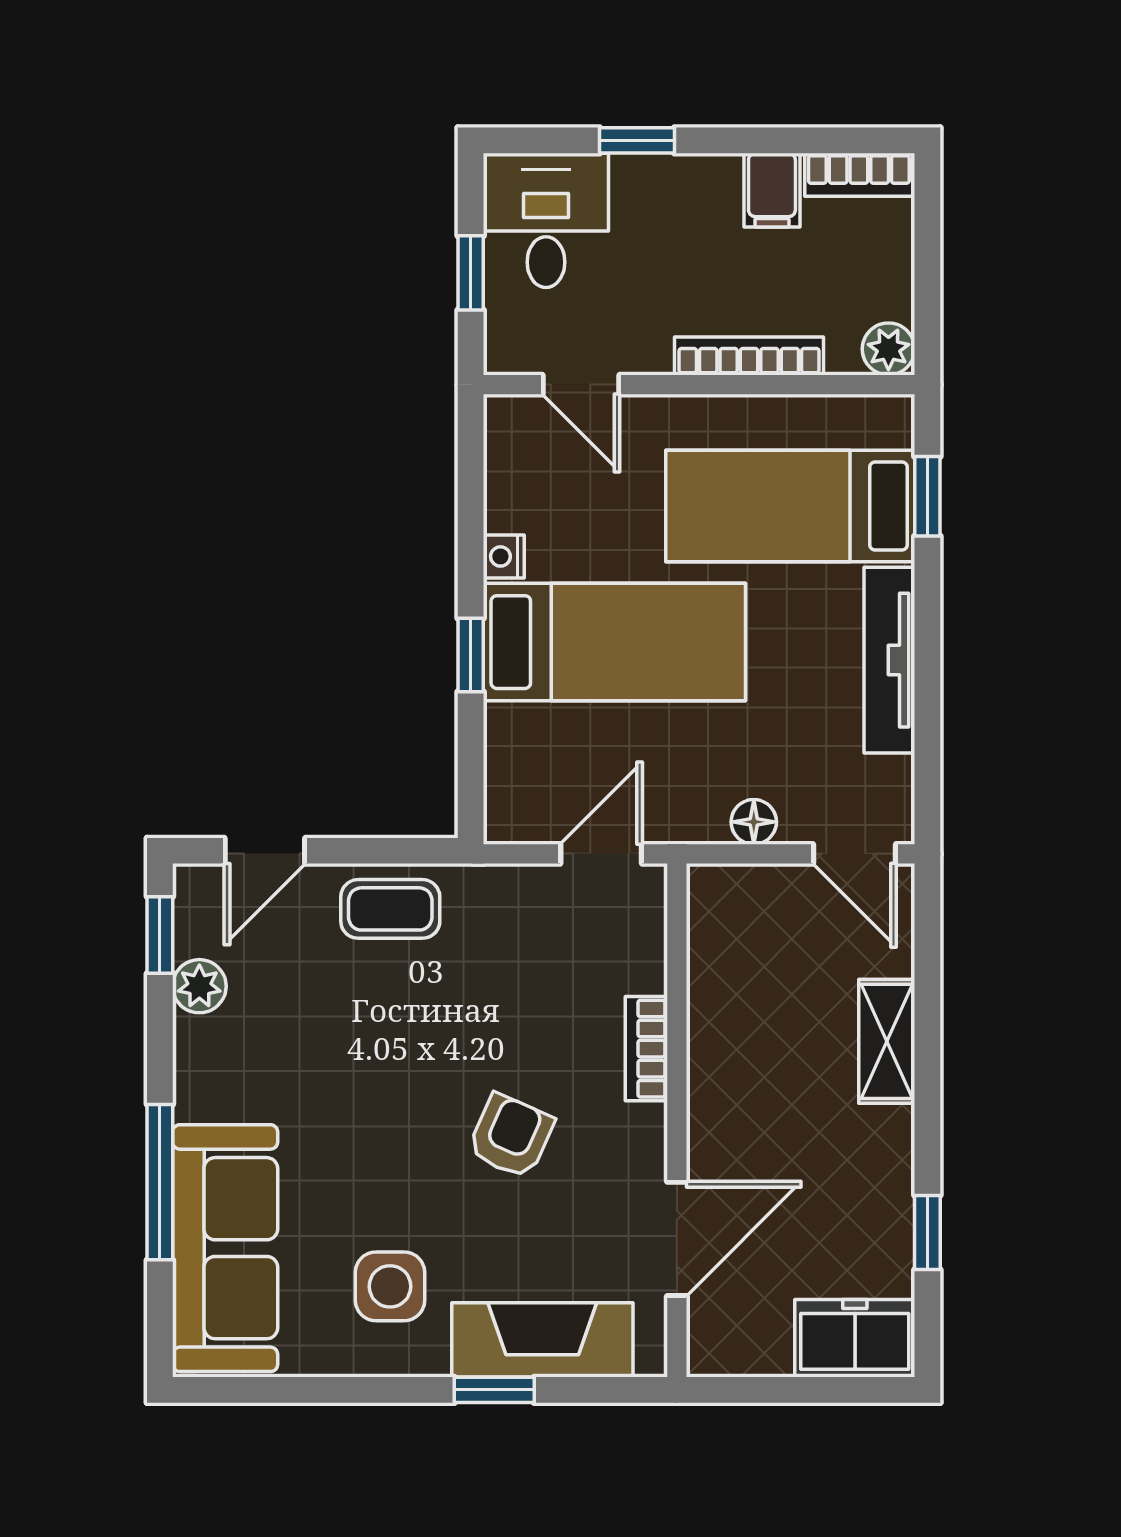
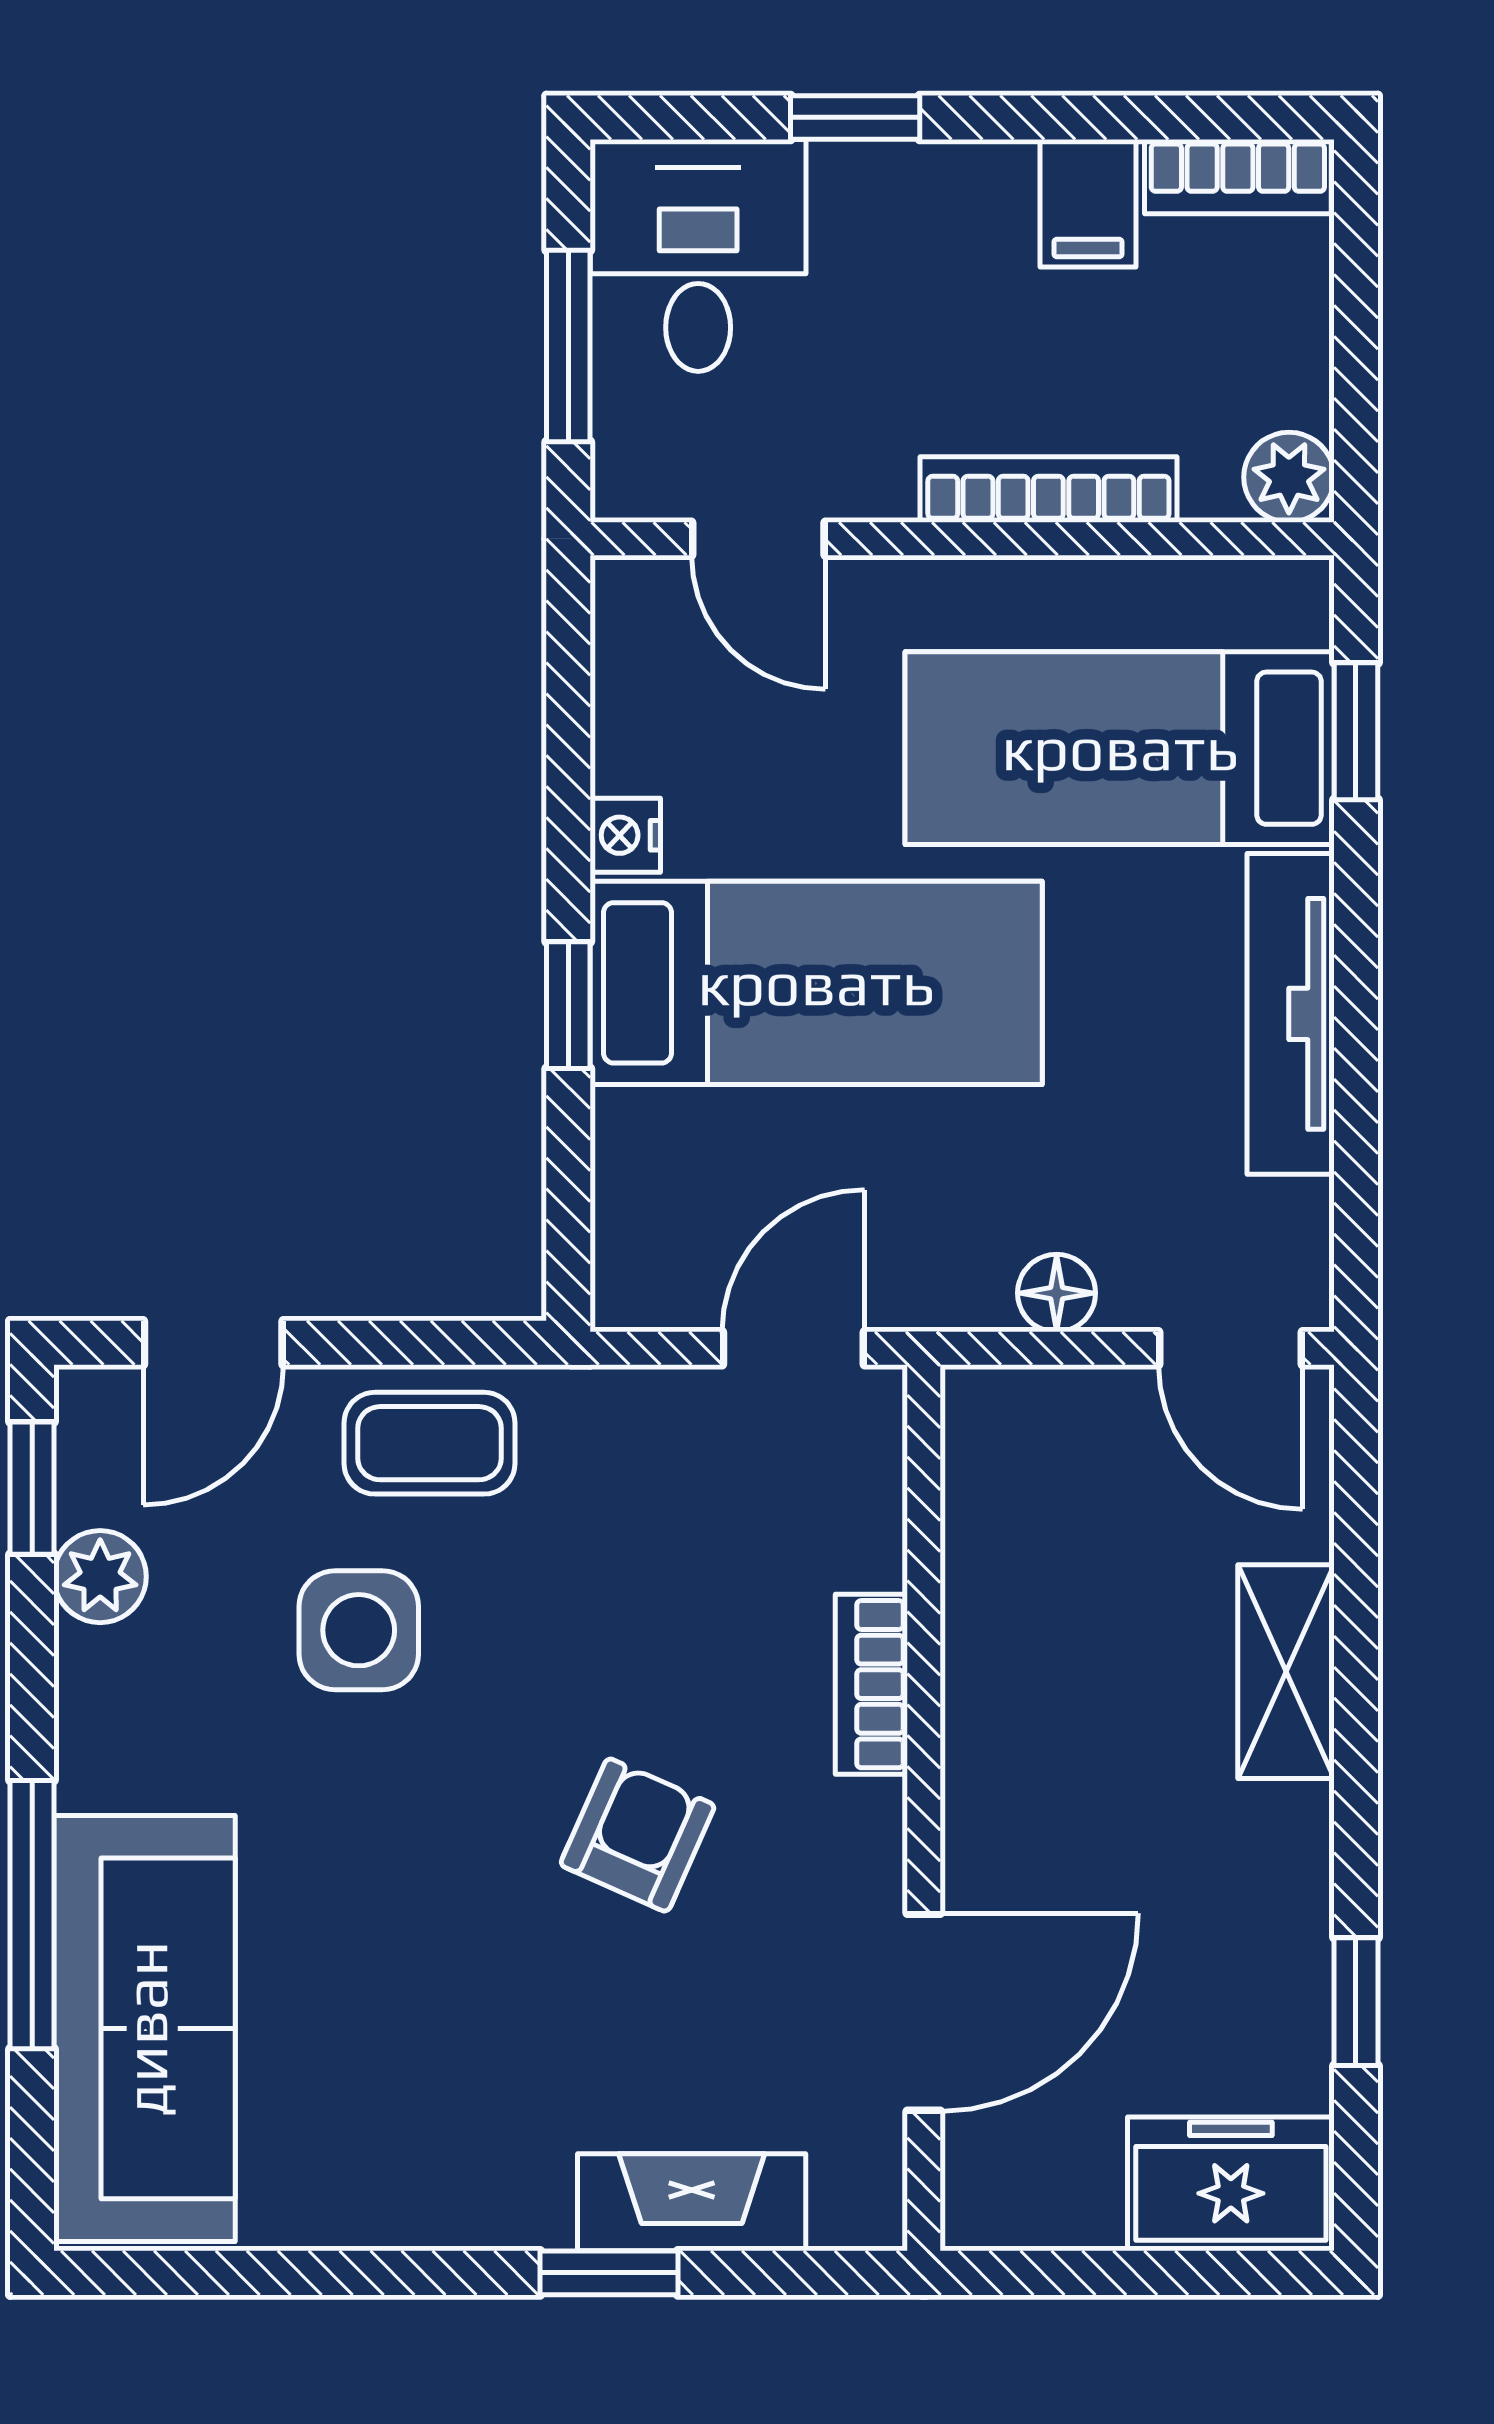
window: (471, 273) -> (568, 346), width x1.50
side table: (390, 1286) -> (359, 1630), moved
fireplace: (542, 1340) -> (692, 2202), width x0.73, depth x0.76

